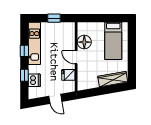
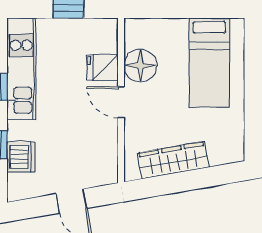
fridge: (68, 75) -> (103, 67), moved
wardrobe: (113, 79) -> (173, 160), moved

